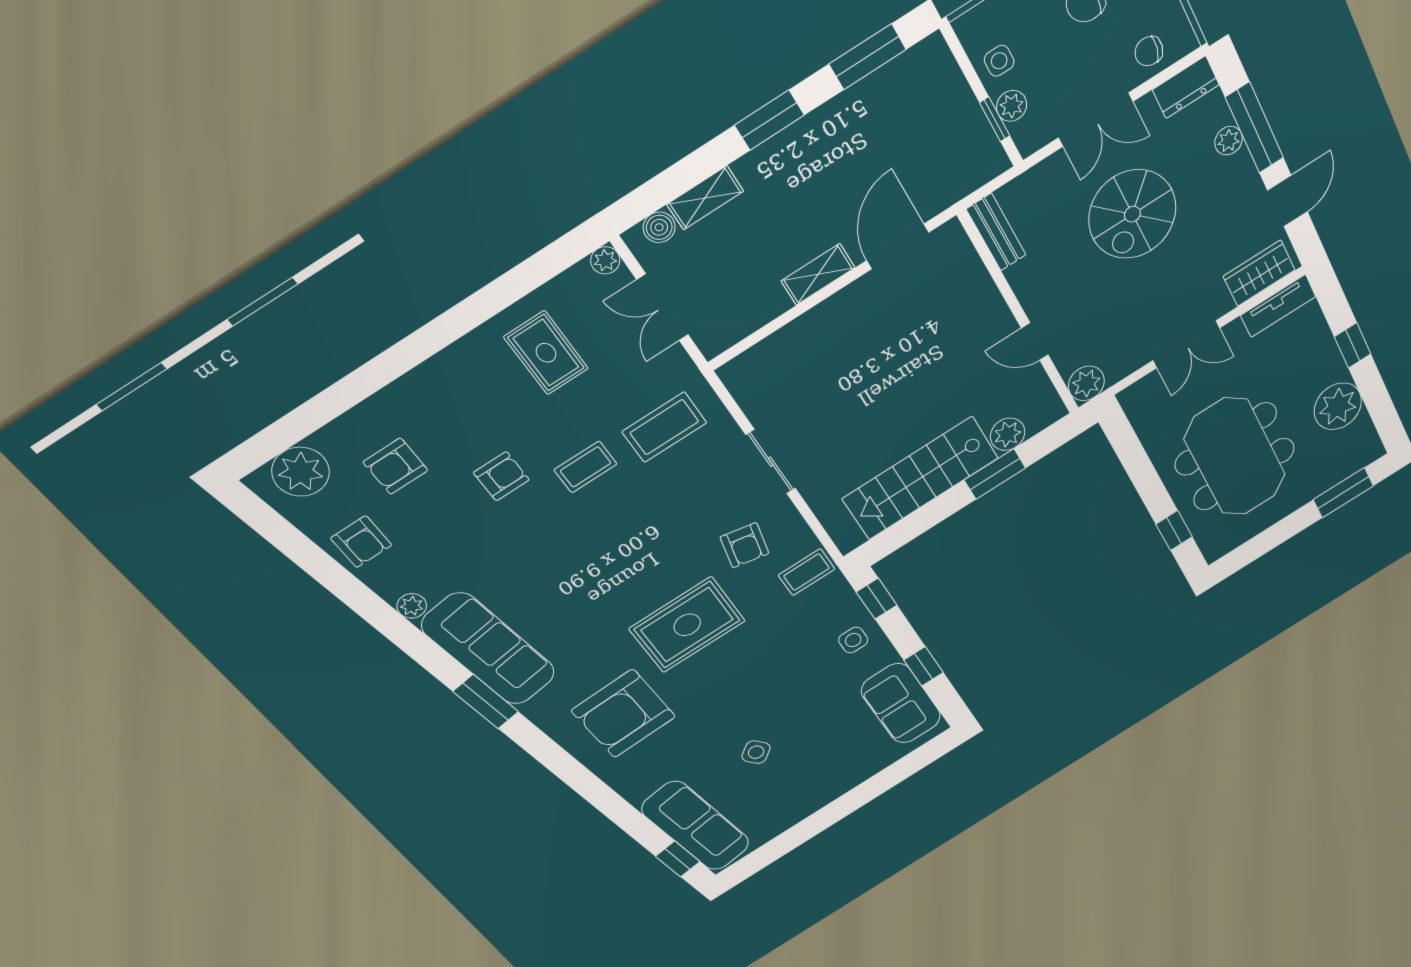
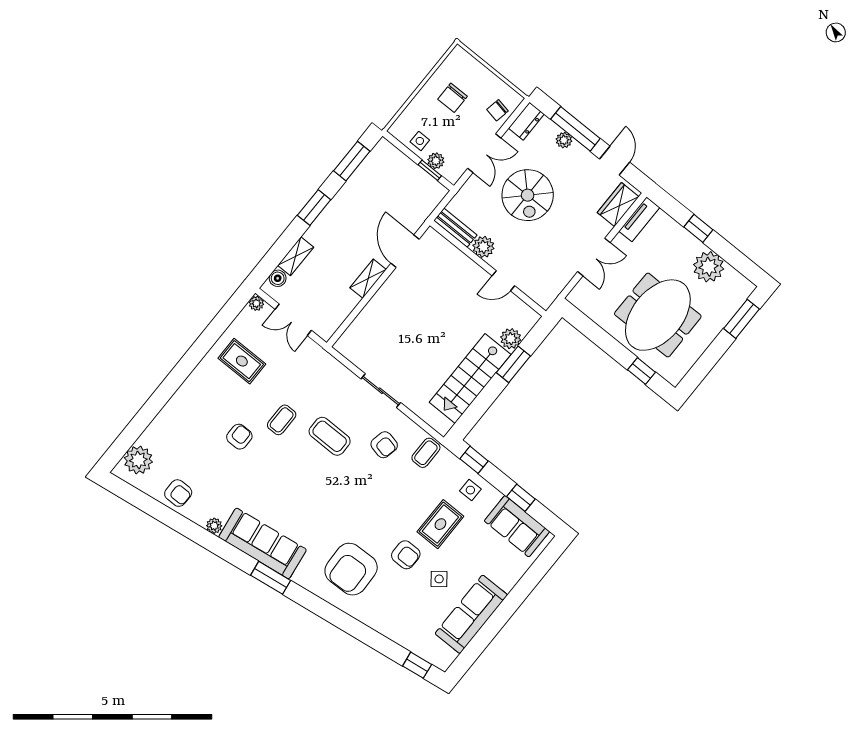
plant: (1086, 383) -> (483, 247), moved
coffee table: (664, 427) -> (330, 436), moved, turned 90
meeting table: (1235, 457) -> (658, 315), turned 90
armchair: (395, 466) -> (406, 555), moved, turned -90
rug: (687, 625) -> (440, 524), moved, width x0.73, depth x0.70
sofa: (696, 826) -> (471, 614), moved, turned -82

